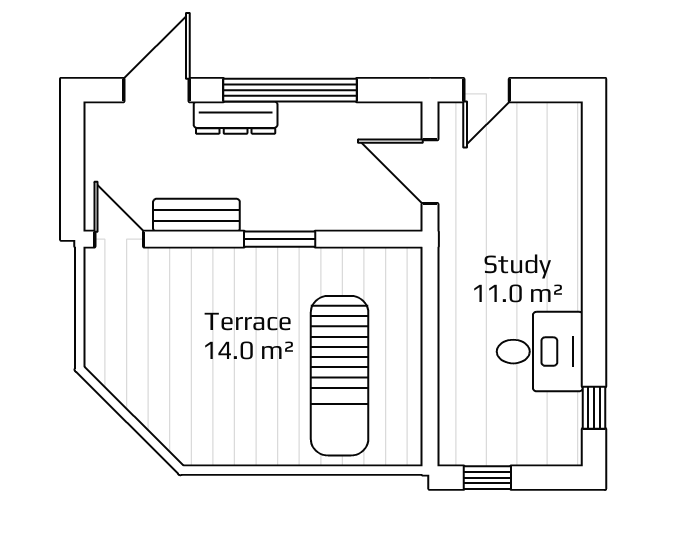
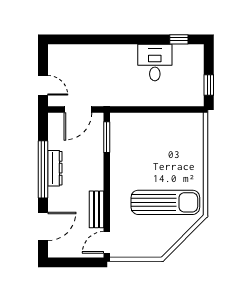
door: (156, 90) -> (43, 226), swing flipped
dresser: (236, 118) -> (55, 168), moved
window: (280, 239) -> (107, 137), moved
sun lounger: (340, 376) -> (165, 202), moved

